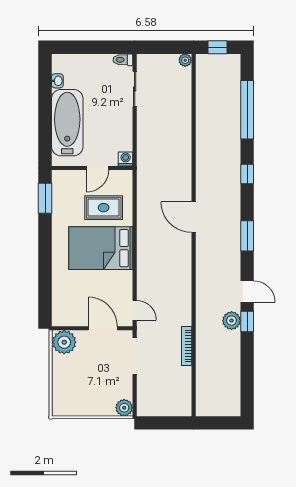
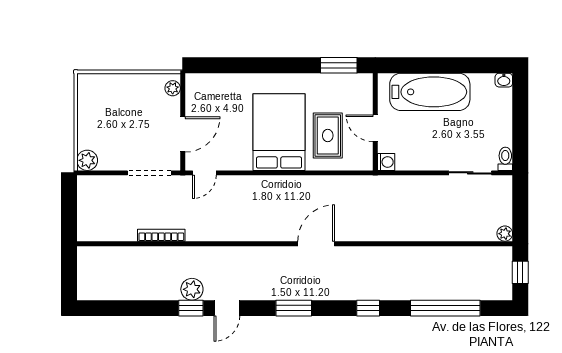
washbasin: (57, 81) -> (504, 80), moved
plant: (64, 342) -> (173, 88), width x0.53, depth x0.53

